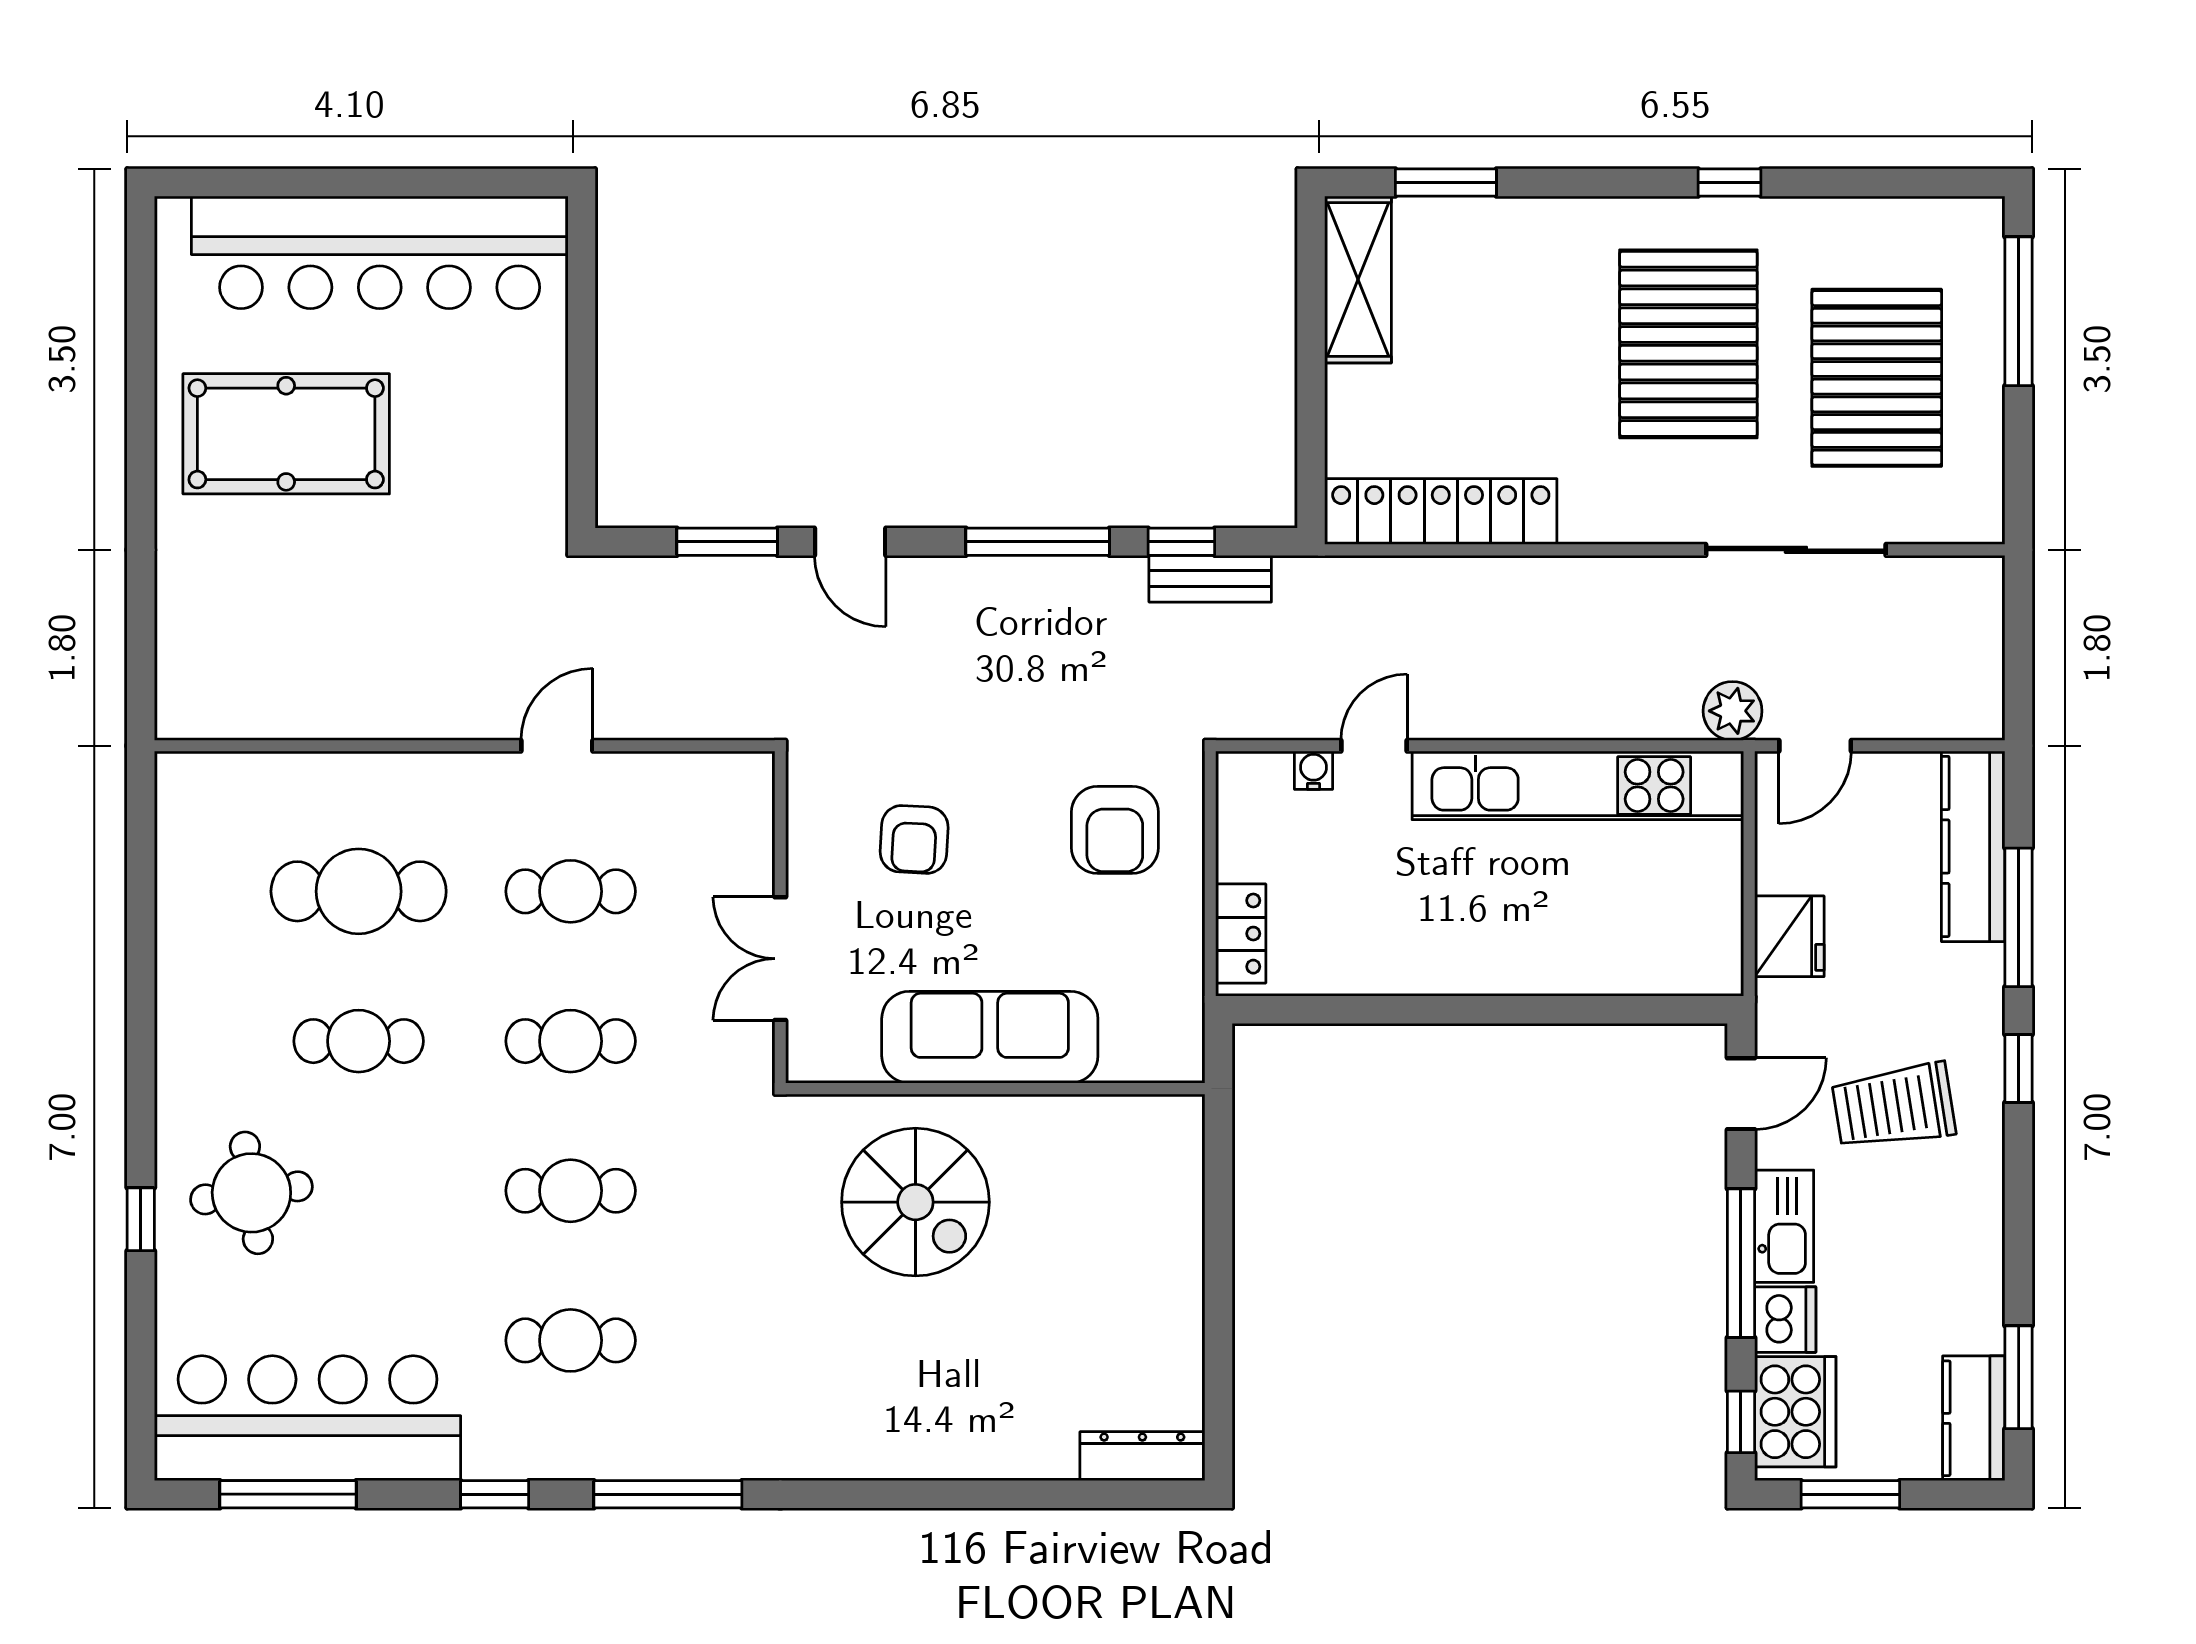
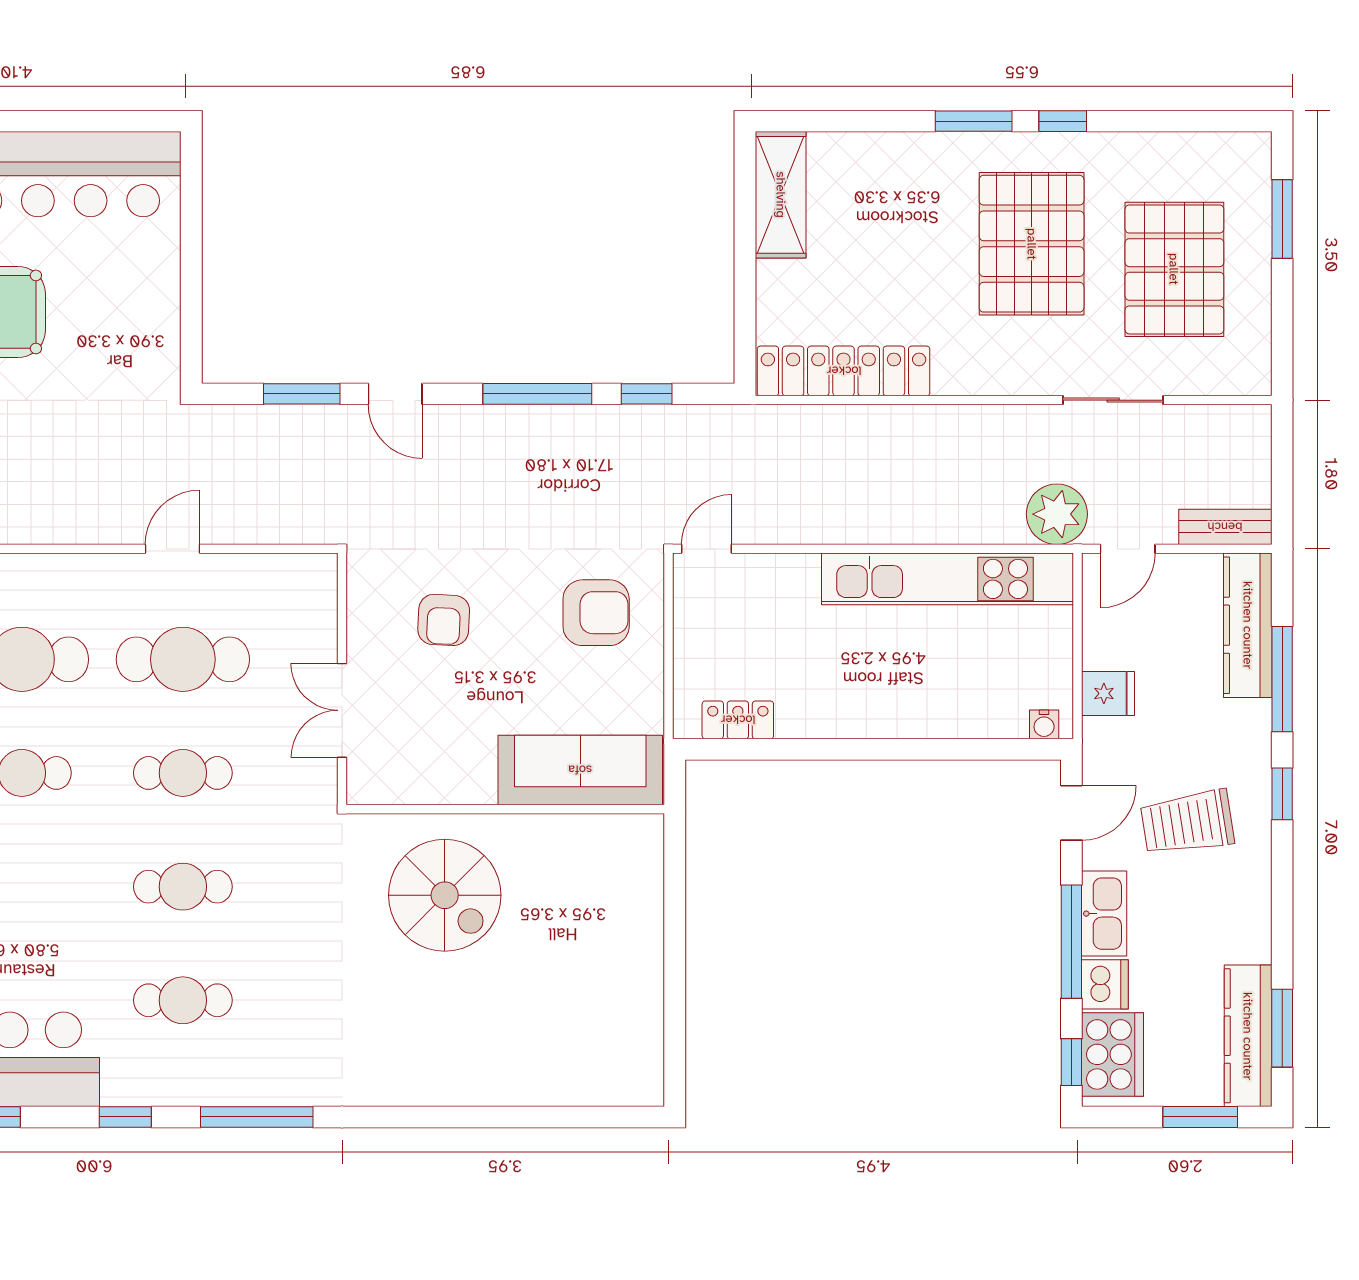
window: (1446, 182) -> (974, 121), moved
window: (2019, 311) -> (1282, 219), width x0.69
sliding door: (1796, 550) -> (1113, 400), width x0.73
bench: (1210, 579) -> (1225, 527), moved
plant: (1733, 711) -> (1057, 514), width x1.36, depth x1.36
door: (1374, 746) -> (707, 549), moved
water cooler: (1313, 770) -> (1044, 724), moved, turned 180
armchair: (1115, 830) -> (596, 613), turned -90
cafe table: (571, 891) -> (183, 659), width x1.37, depth x1.35
locker: (1241, 934) -> (738, 720), moved, turned -90
fridge: (1789, 936) -> (1108, 693), width x0.72
sofa: (990, 1037) -> (580, 770), moved
kitchen counter: (1974, 1418) -> (1248, 1036), width x1.50
dresser: (1142, 1456) -> (617, 1088), removed
window: (1850, 1494) -> (1200, 1117), moved

